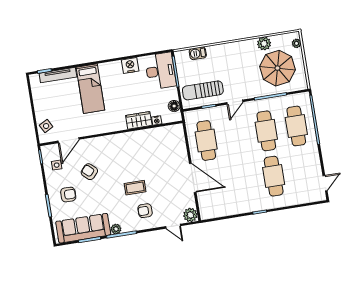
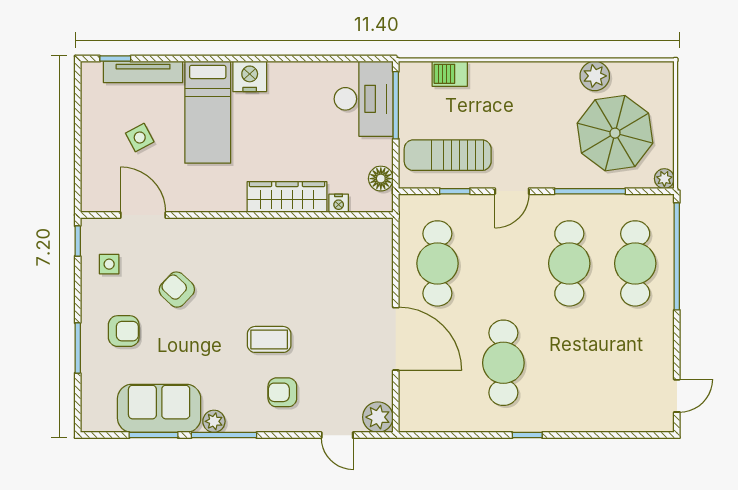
plant: (297, 43) -> (664, 179), moved
nightstand: (130, 65) -> (250, 76), moved
wardrobe: (139, 120) -> (287, 197), width x1.50
side table: (46, 126) -> (140, 138), moved
door: (68, 140) -> (143, 215), swing flipped
cafe table: (274, 176) -> (503, 363), moved
sofa: (83, 228) -> (159, 408), width x0.73

